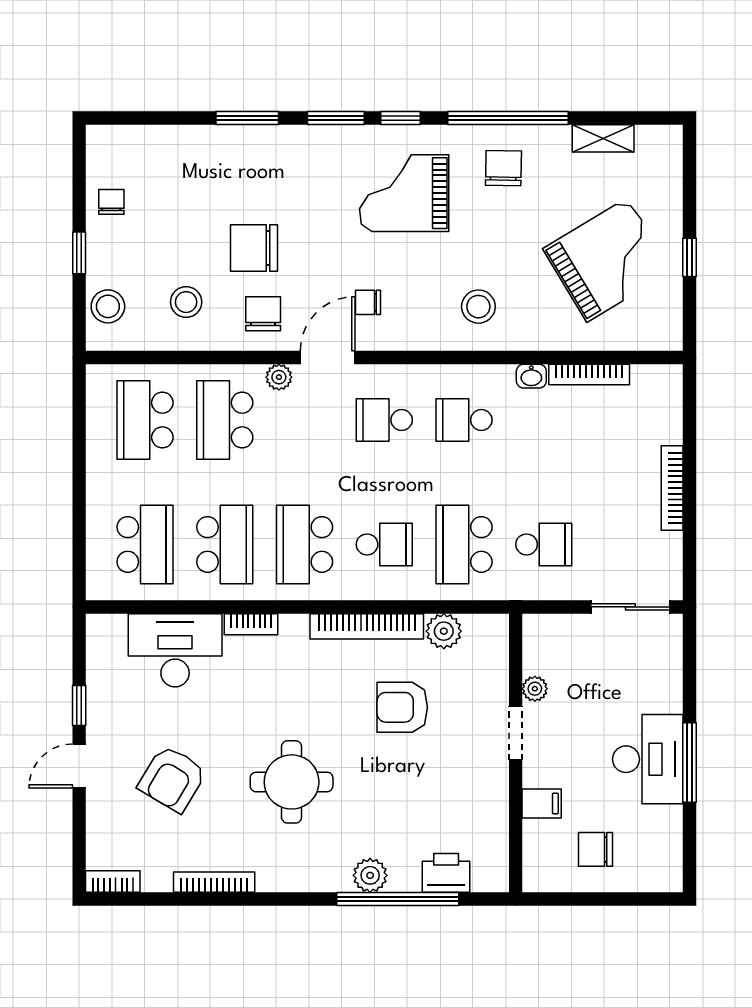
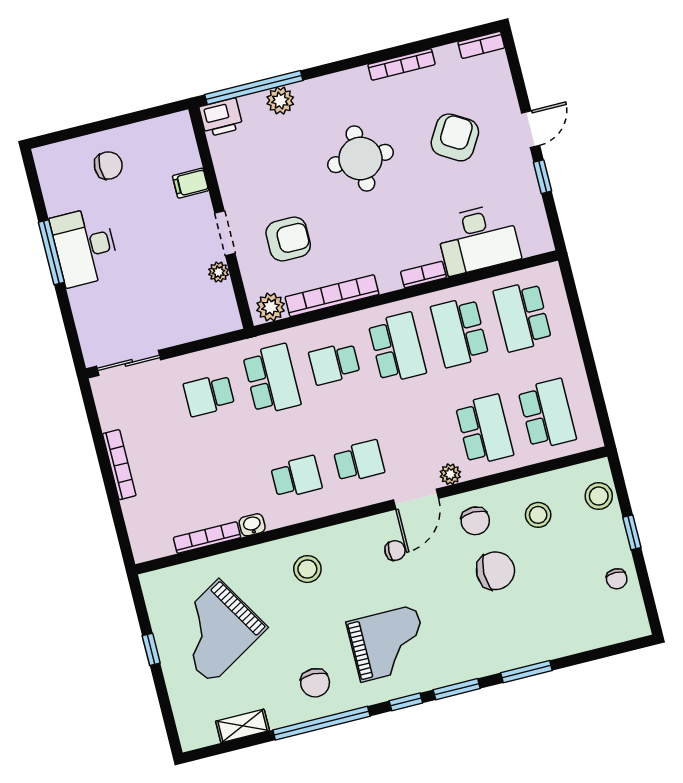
plant: (535, 689) -> (219, 272), moved
doorway: (516, 733) -> (225, 233), moved
wall: (516, 753) -> (221, 218), moved
filing cabinet: (542, 804) -> (191, 183), moved

